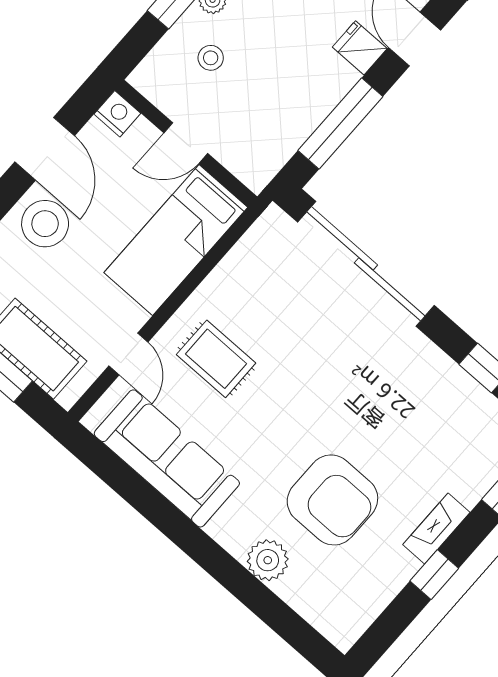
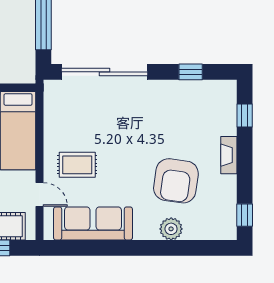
armchair: (332, 500) -> (176, 181), turned 98
window: (434, 575) -> (245, 215), moved

